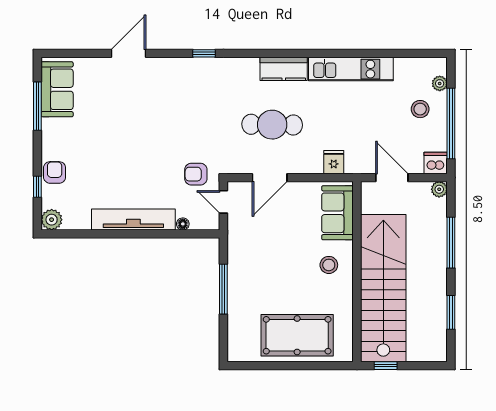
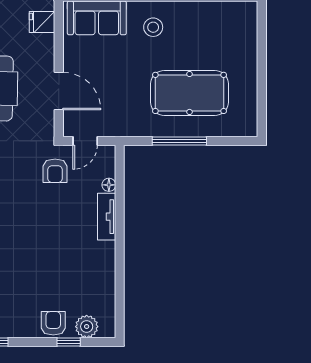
armchair: (55, 172) -> (53, 323), turned 90
plant: (52, 220) -> (87, 327), moved
tv unit: (133, 220) -> (107, 217), width x0.52, depth x0.78
pool table: (297, 335) -> (189, 93), moved, turned 90

